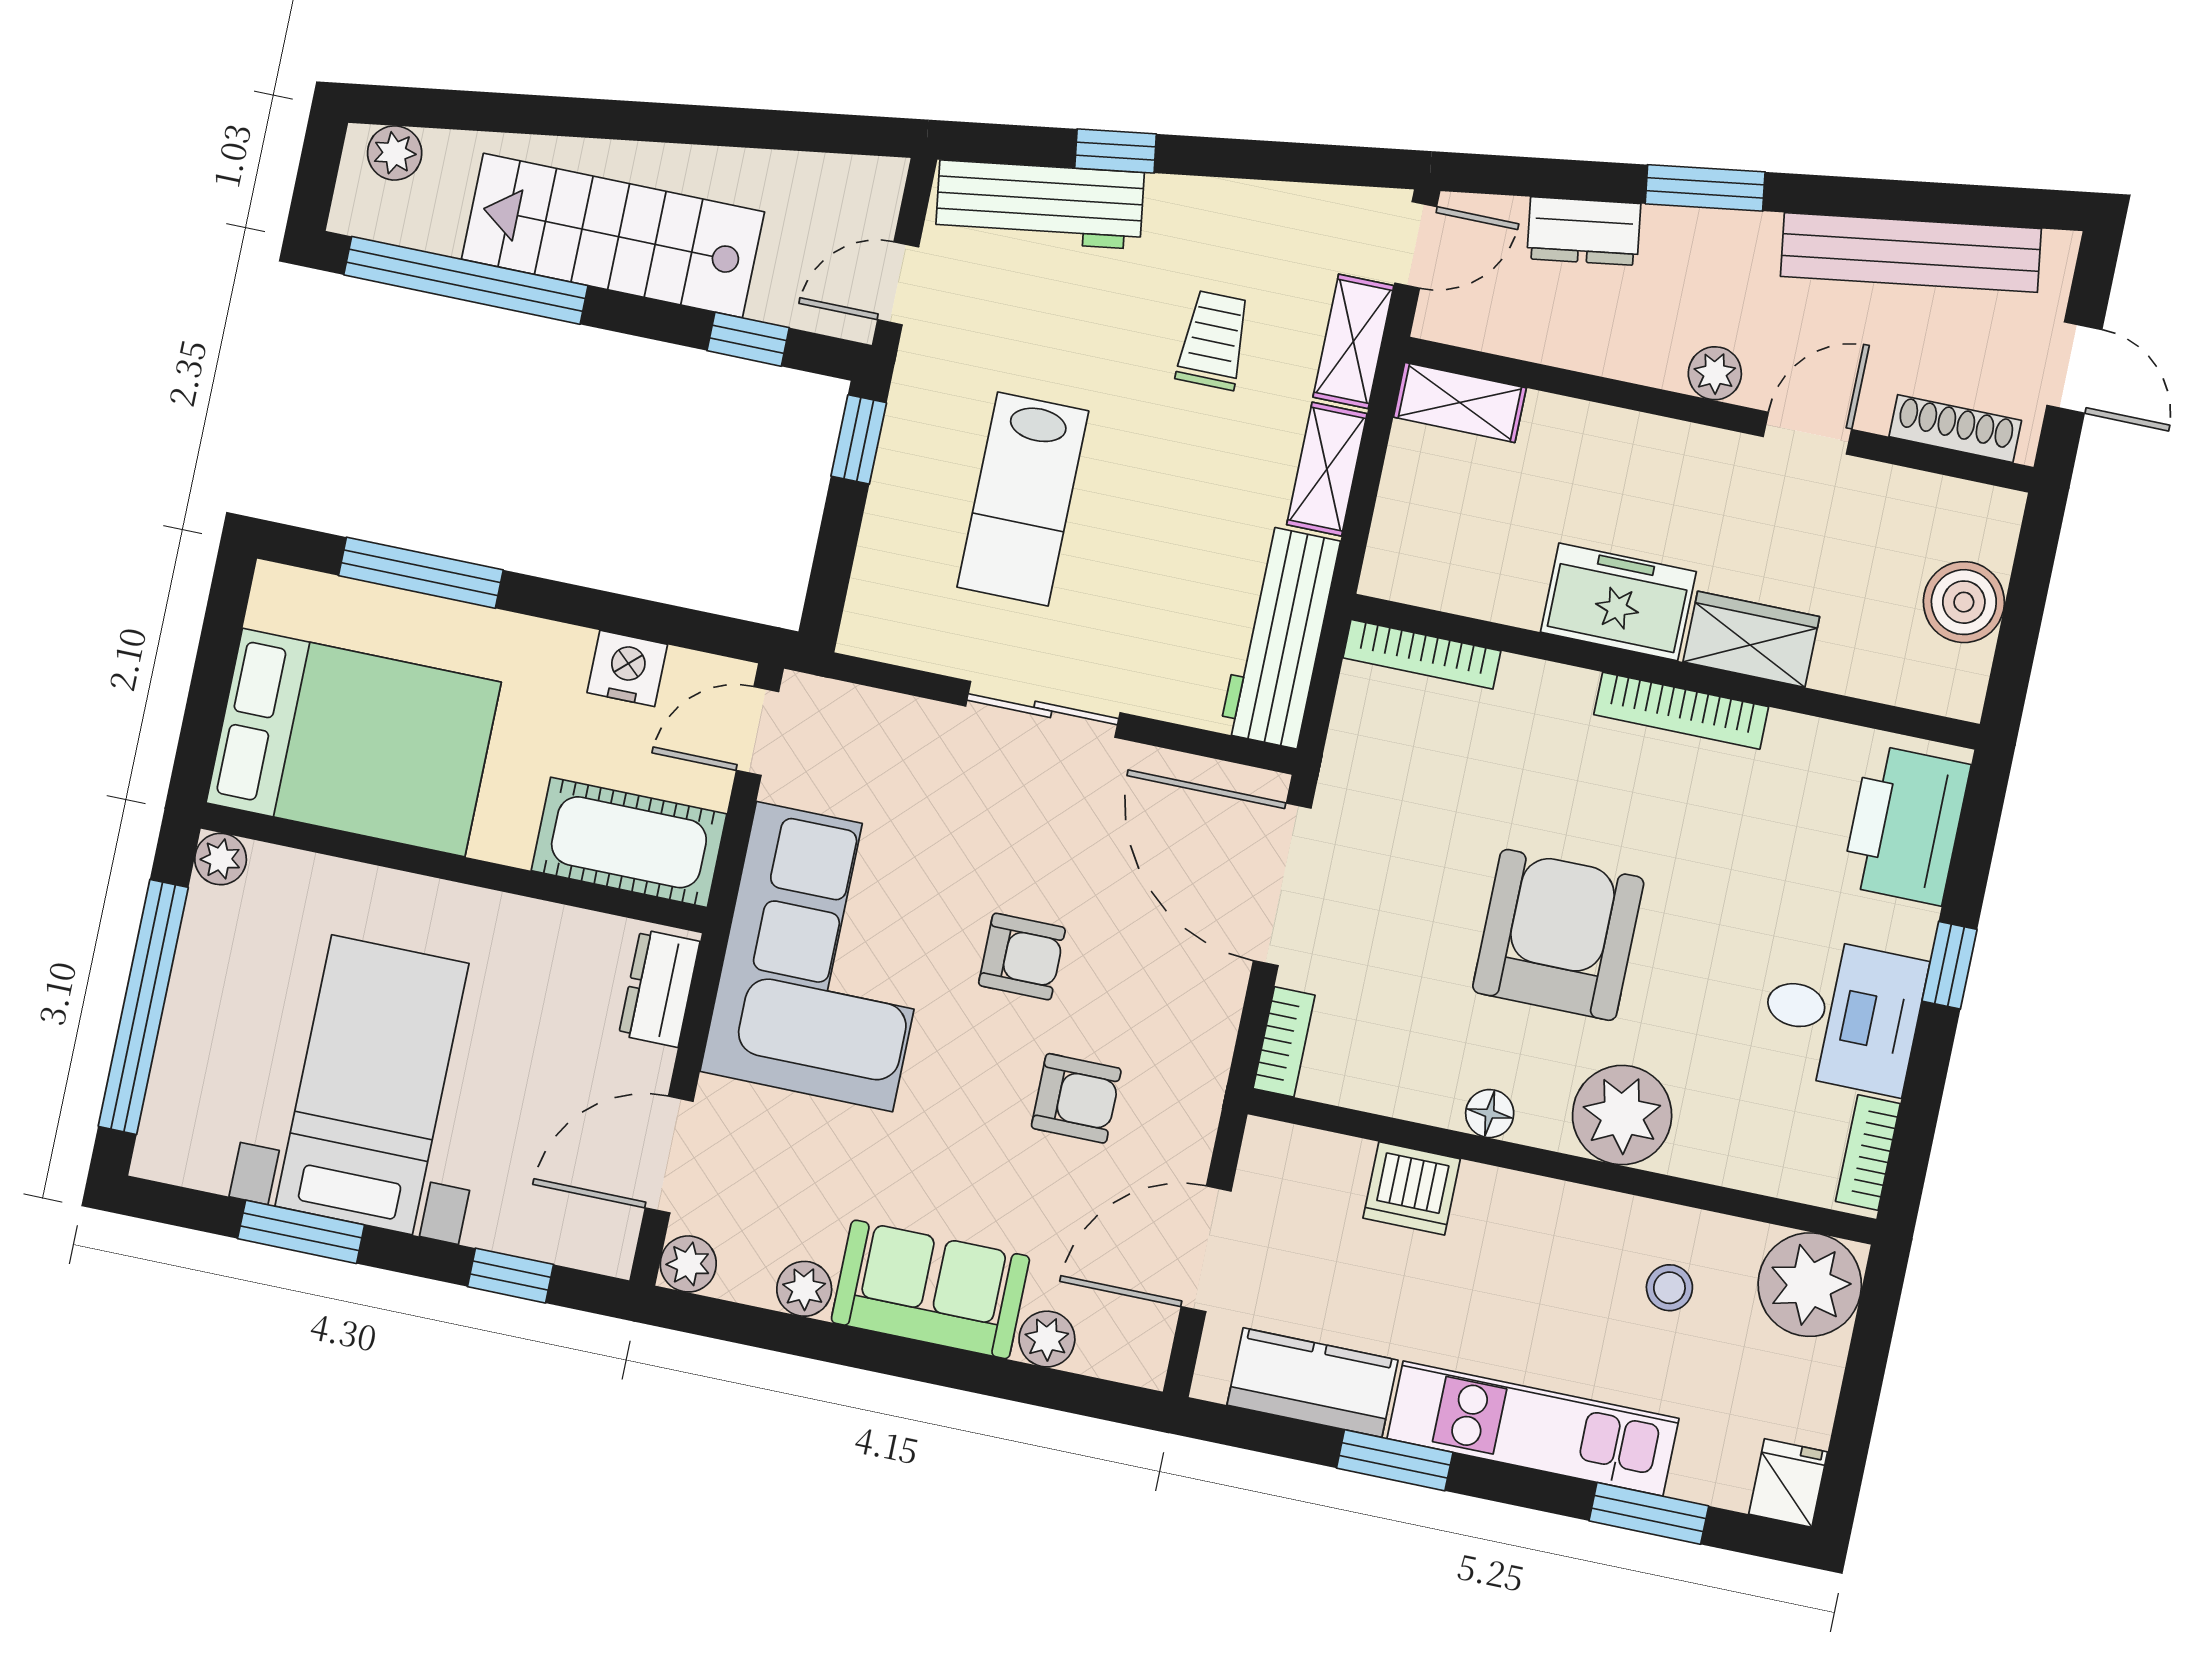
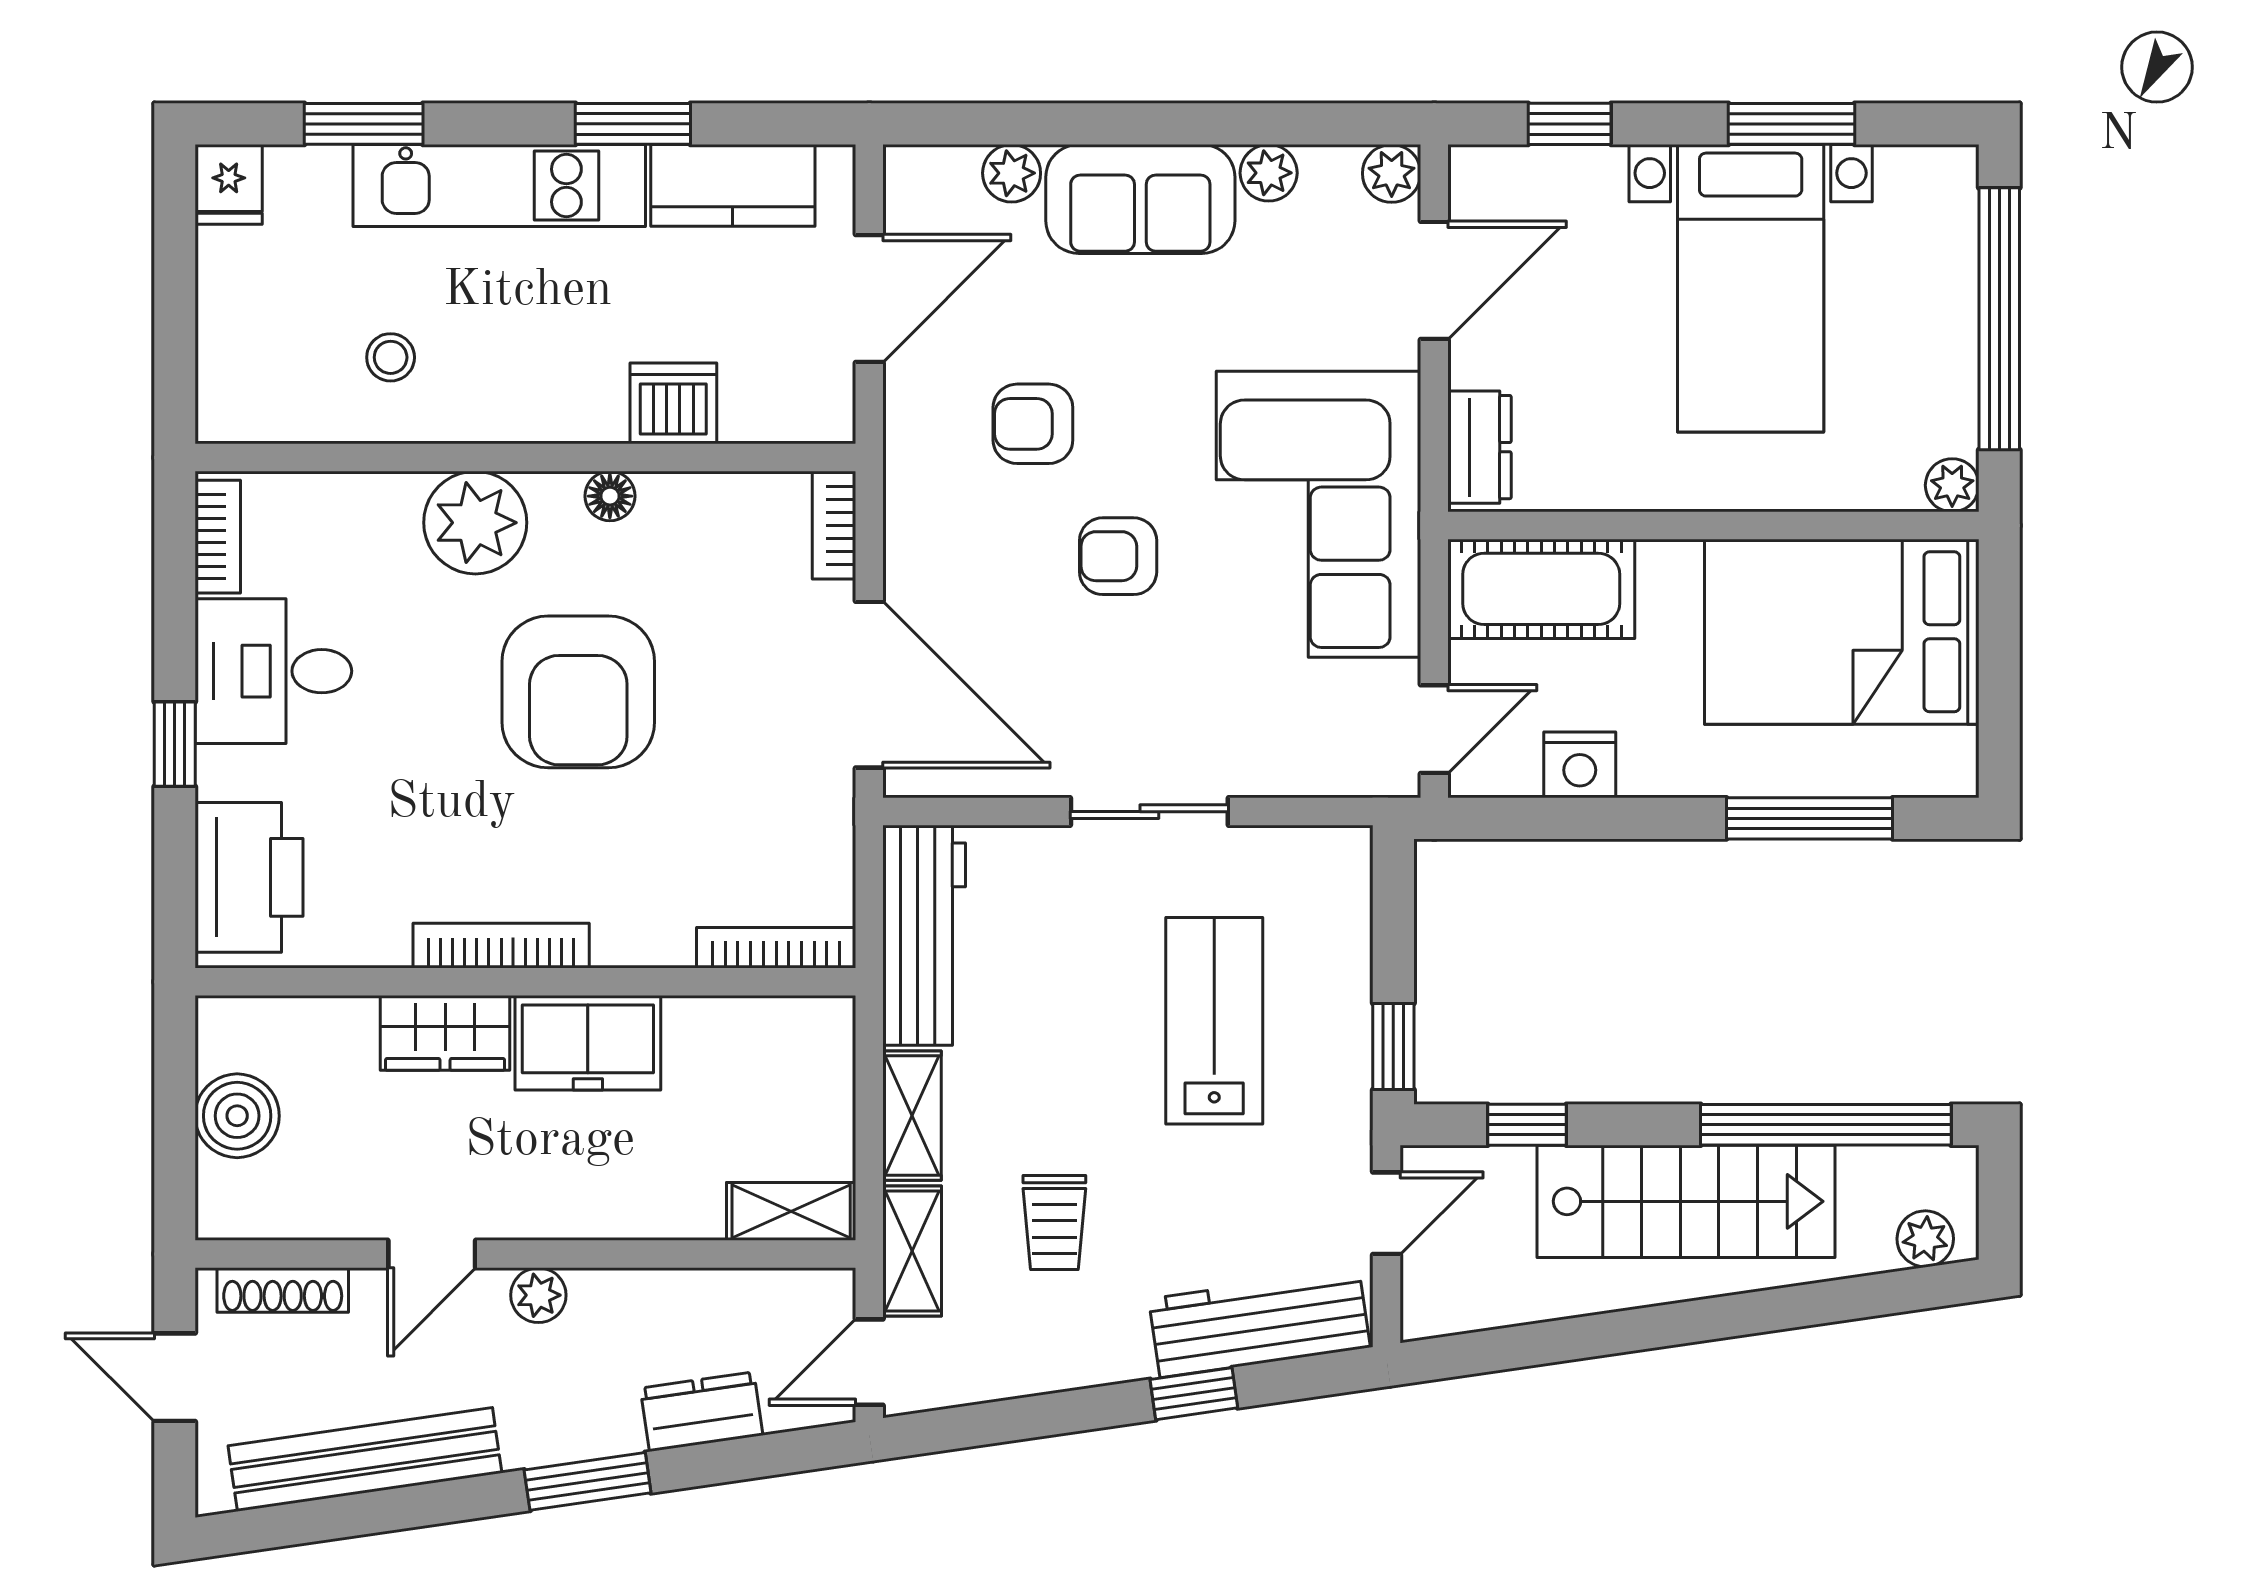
plant: (1810, 1285) -> (249, 390), removed

